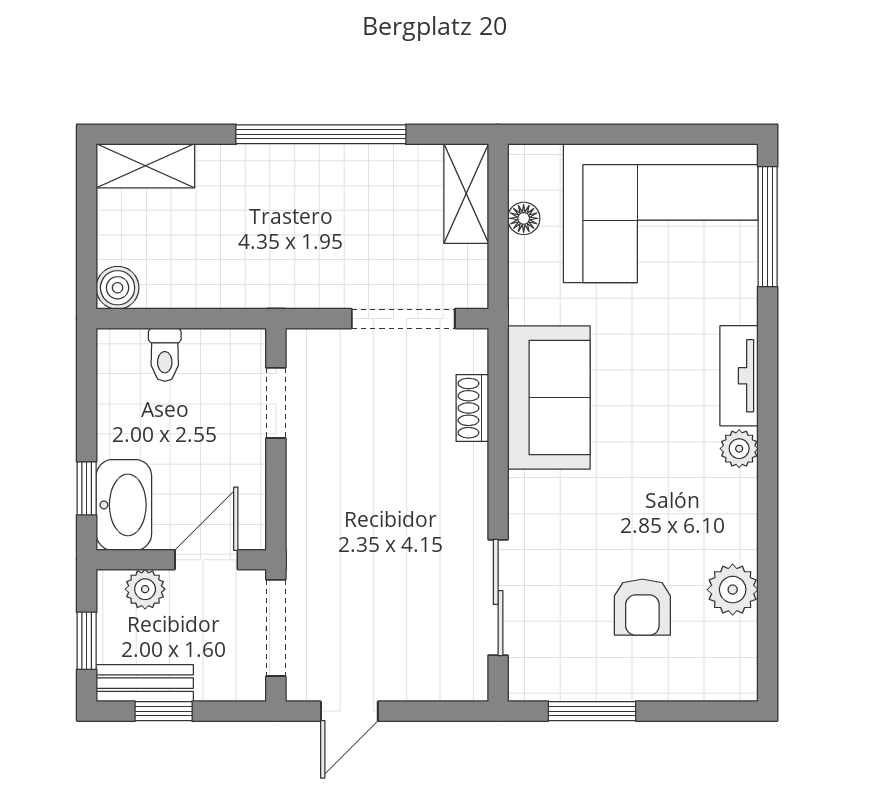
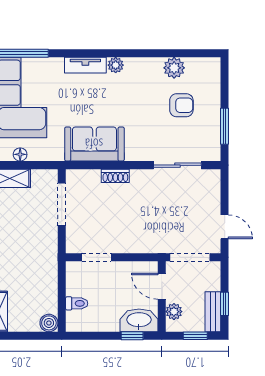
shoe rack: (472, 408) -> (115, 176), moved

